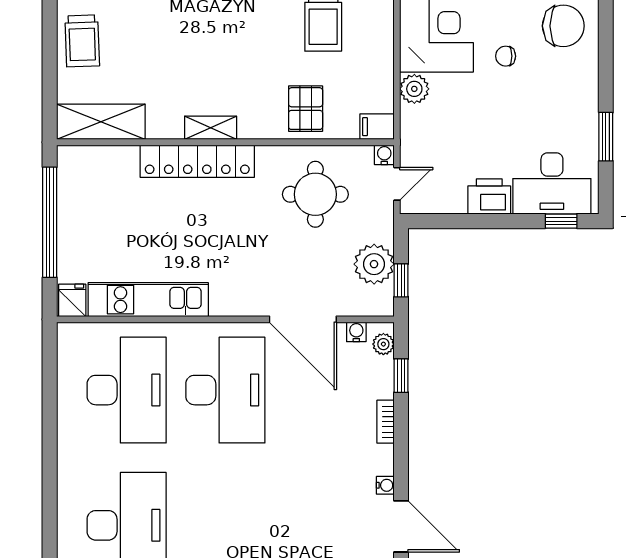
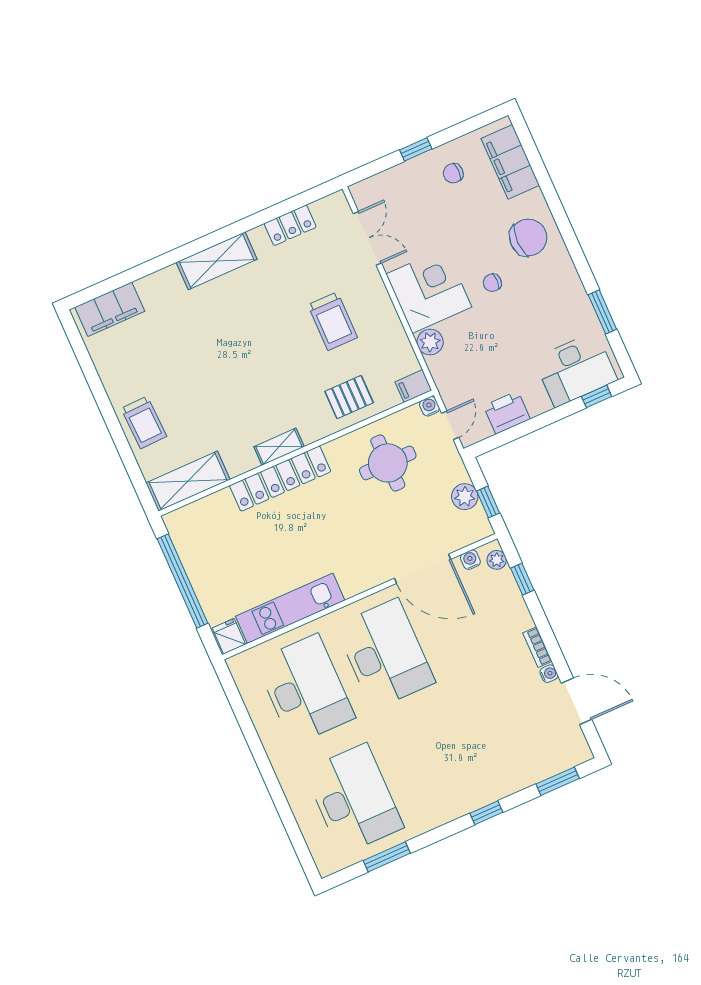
pallet: (306, 109) -> (349, 397), turned 90
printer: (489, 196) -> (507, 412), moved
plant: (374, 264) -> (465, 497), width x0.73, depth x0.73
bookcase: (386, 422) -> (537, 647), moved

